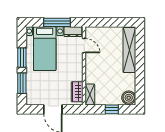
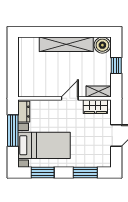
door: (84, 46) -> (70, 98), moved
shelving: (129, 50) -> (66, 44), moved
window: (22, 58) -> (43, 172), moved

